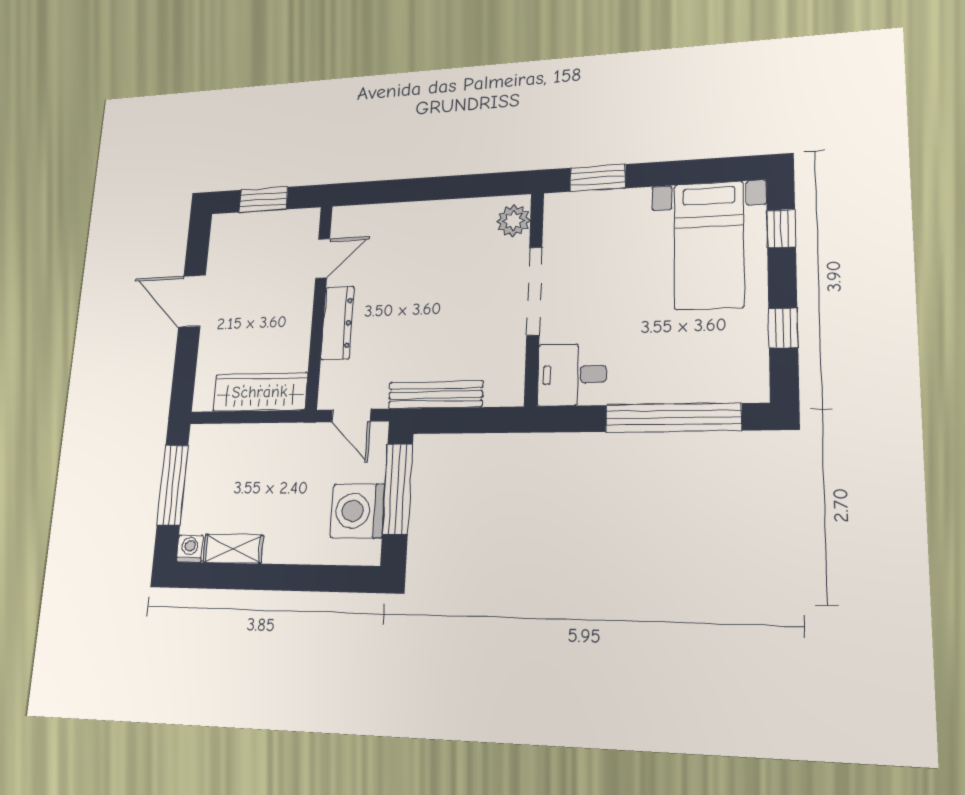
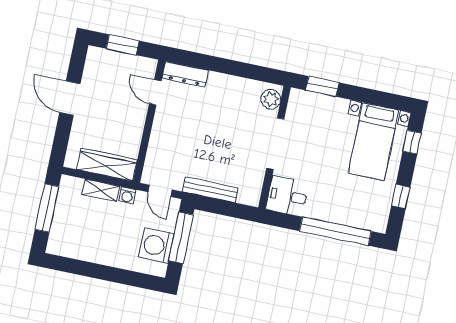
door: (323, 258) -> (155, 92), swing flipped
dresser: (337, 323) -> (185, 74), moved, turned 90
washing machine: (190, 549) -> (127, 196), moved, turned 180
shelving: (233, 549) -> (101, 190), moved

